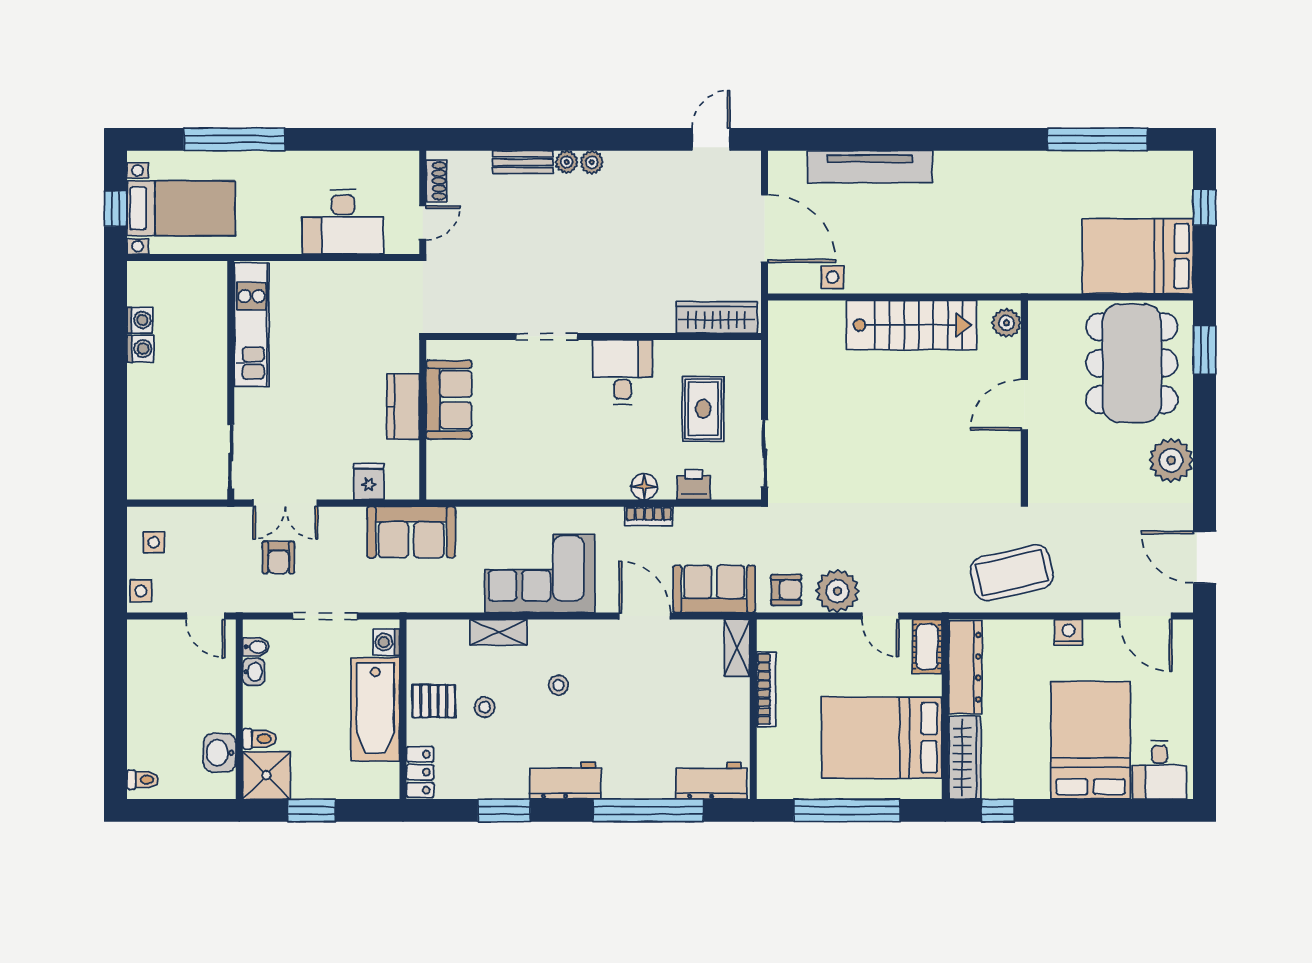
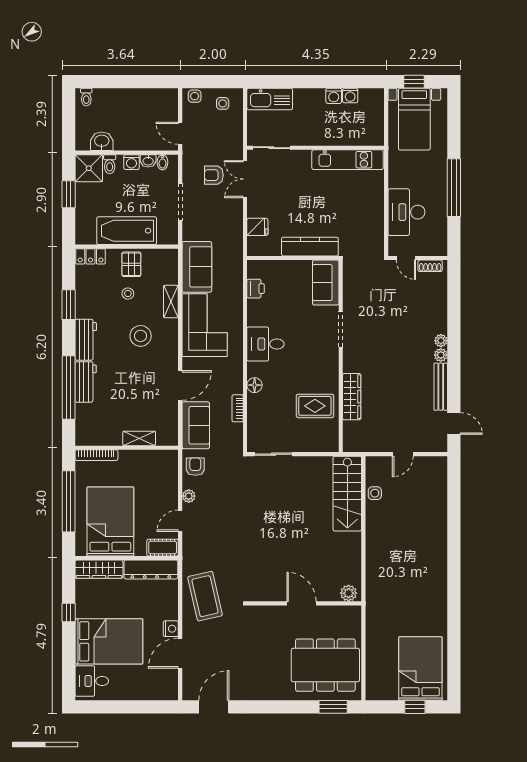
window: (234, 139) -> (454, 188), moved
window: (1097, 139) -> (454, 645), removed
bench: (523, 162) -> (441, 387), moved, width x1.36
tv unit: (870, 167) -> (438, 515), removed
door: (765, 228) -> (403, 454), width x0.53
bed: (1138, 256) -> (420, 668), moved
wardrobe: (716, 317) -> (352, 397), moved
stairs: (912, 325) -> (347, 494), moved
desk: (623, 372) -> (265, 344), moved, turned 180
sofa: (449, 400) -> (326, 283), moved, turned 90
kitchen counter: (403, 407) -> (310, 247), width x1.50
rug: (703, 409) -> (315, 406), moved
kitchen sink: (146, 460) -> (270, 99), added
plant: (1171, 460) -> (270, 688), removed
printer: (694, 485) -> (256, 289), moved
bookcase: (649, 516) -> (238, 408), moved
sofa: (411, 532) -> (197, 267), moved, turned 180
armchair: (786, 590) -> (195, 467), turned 180
plant: (837, 591) -> (189, 496), width x0.53, depth x0.53
door: (206, 616) -> (180, 133), hinge flipped
door: (1146, 616) -> (180, 653), moved
washing machine: (386, 642) -> (132, 162), moved, turned 180
shelving: (737, 648) -> (139, 438), moved
stool: (559, 685) -> (141, 336), width x1.89, depth x1.89
bookcase: (766, 689) -> (96, 455), moved
workbench: (711, 781) -> (86, 382), moved
window: (998, 810) -> (69, 612), moved

